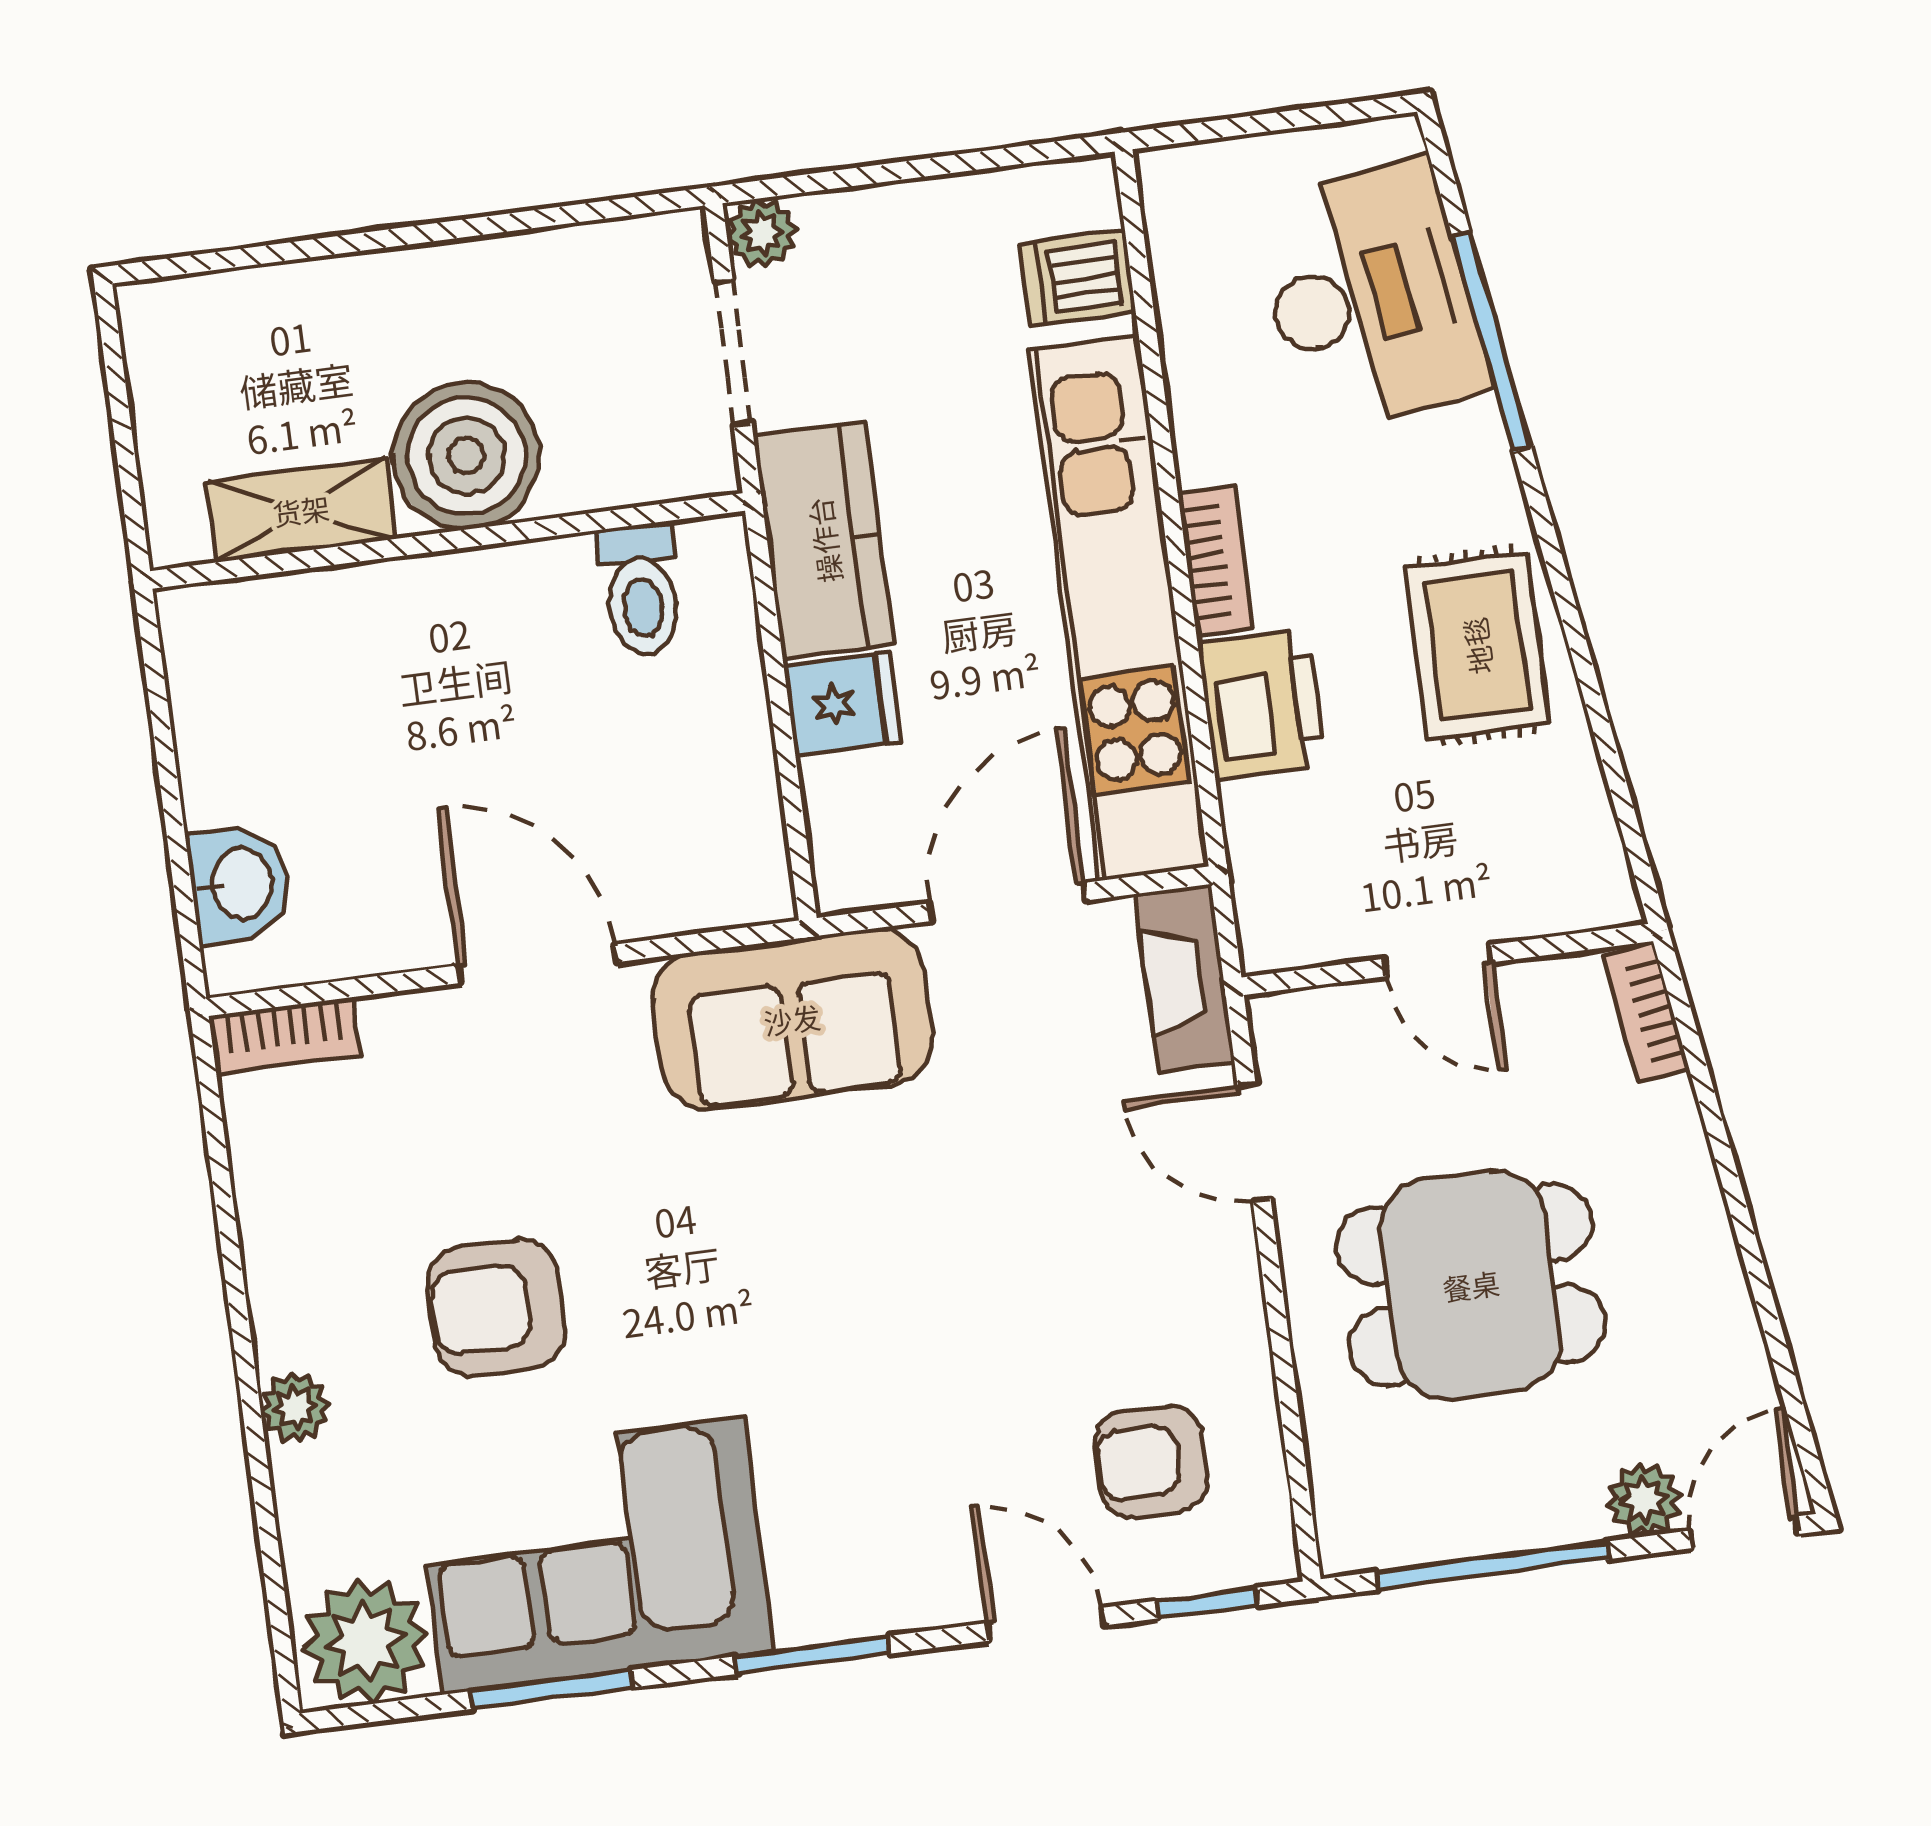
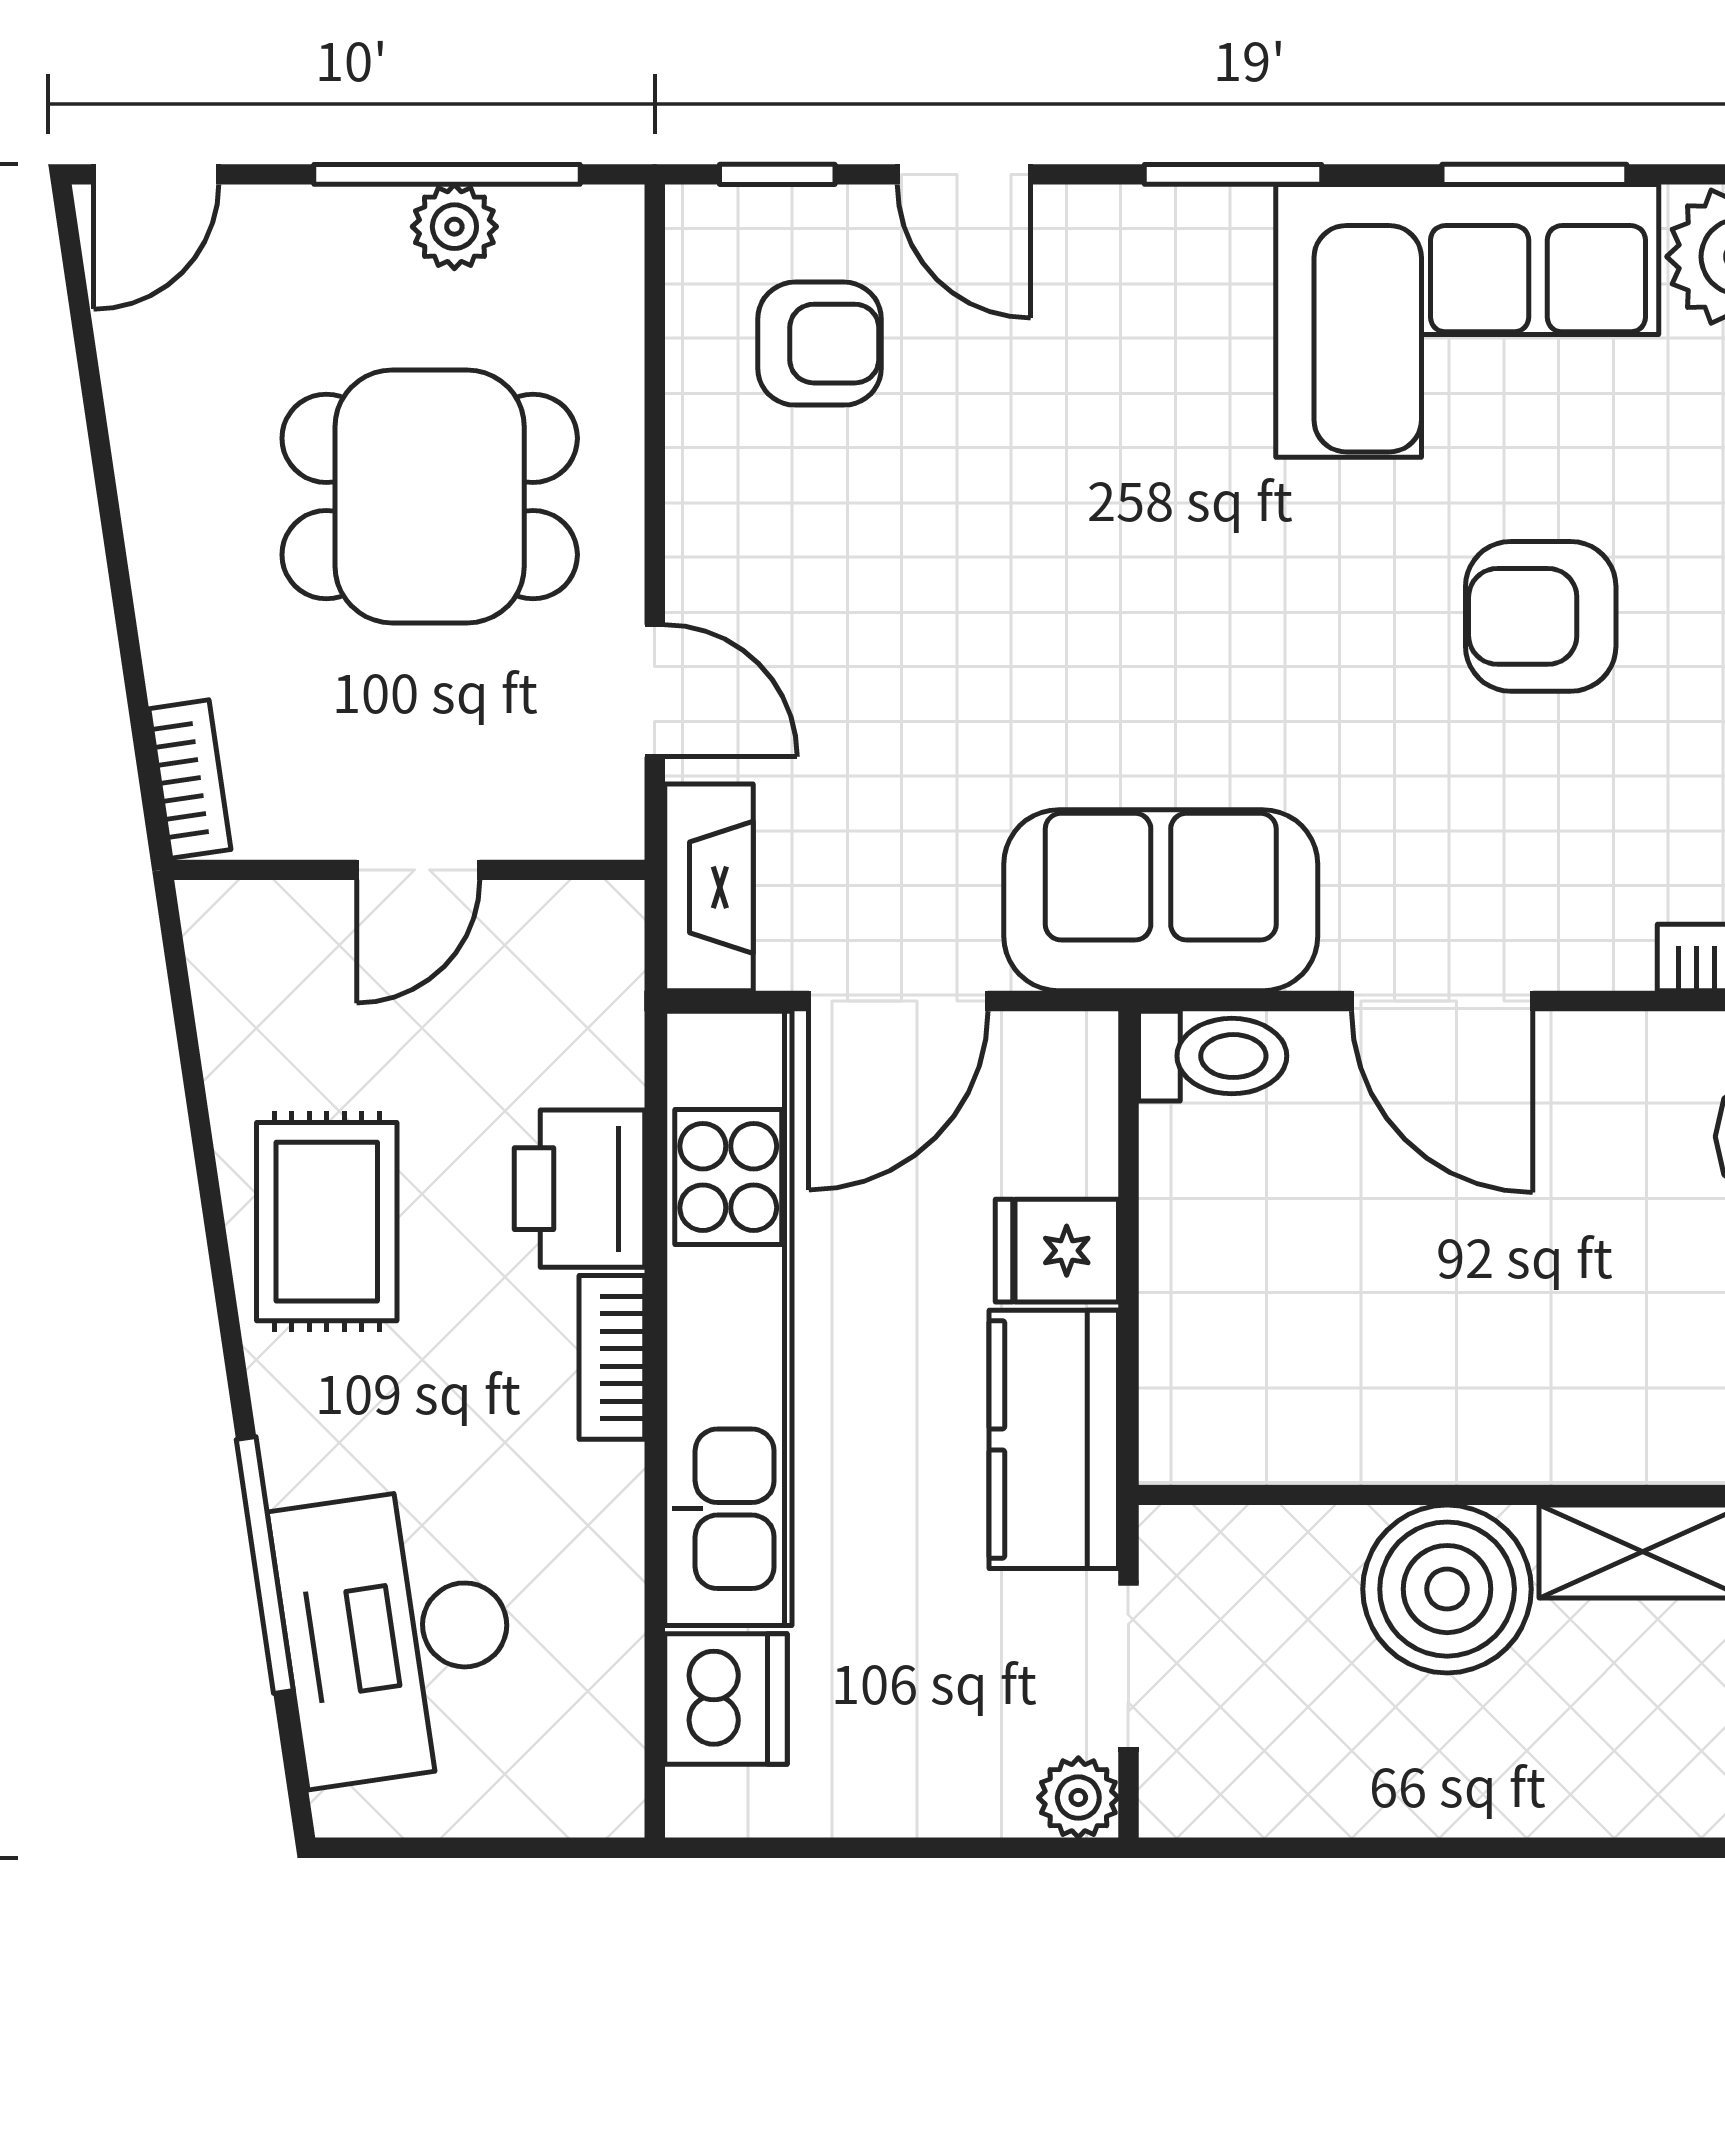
dishwasher: (1078, 278) -> (726, 1699), width x1.38
toilet: (641, 590) -> (1213, 1056), moved, turned 90
door: (1438, 961) -> (418, 870), swing flipped
armchair: (496, 1308) -> (1541, 616), turned 180
plant: (1644, 1499) -> (454, 227), moved

